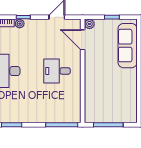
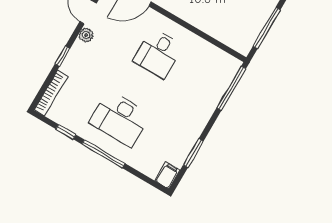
plant: (20, 24) -> (86, 35), moved

